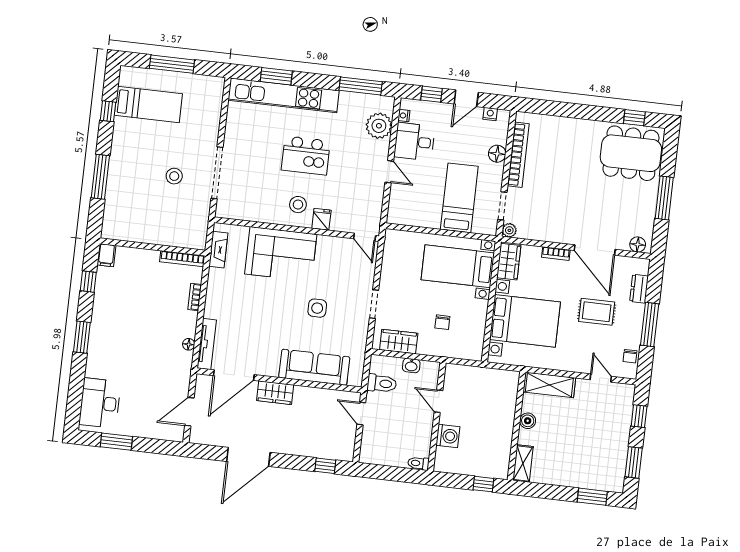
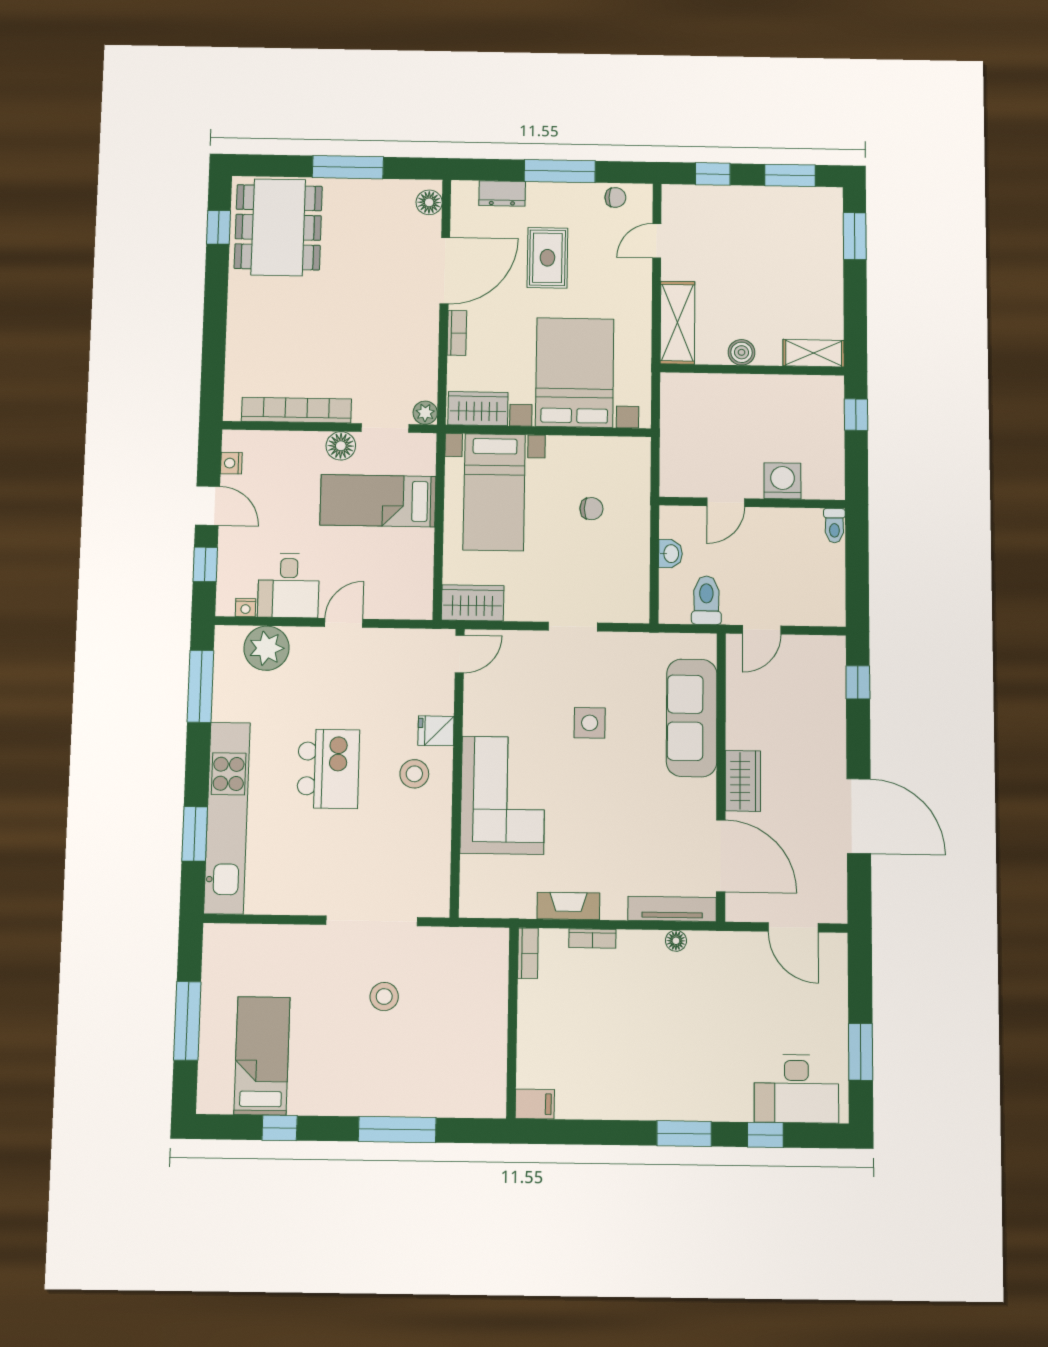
floor lamp: (497, 154) -> (341, 446), moved
fireplace: (218, 250) -> (568, 906), moved
bookcase: (182, 259) -> (528, 953), width x0.64
window: (88, 282) -> (765, 1135), moved
wardrobe: (399, 342) -> (473, 603), moved, turned 90

